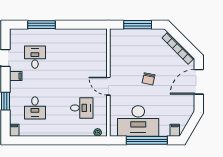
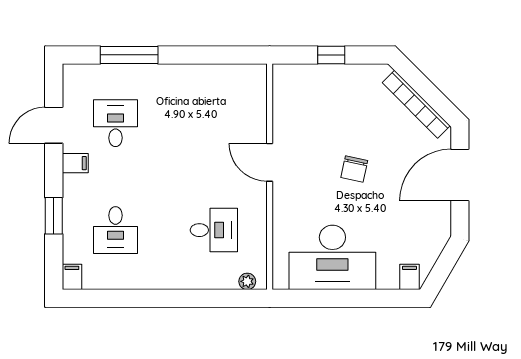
window: (138, 25) -> (331, 55), width x0.46
door: (108, 86) -> (270, 162), moved
window: (147, 140) -> (350, 298), removed

